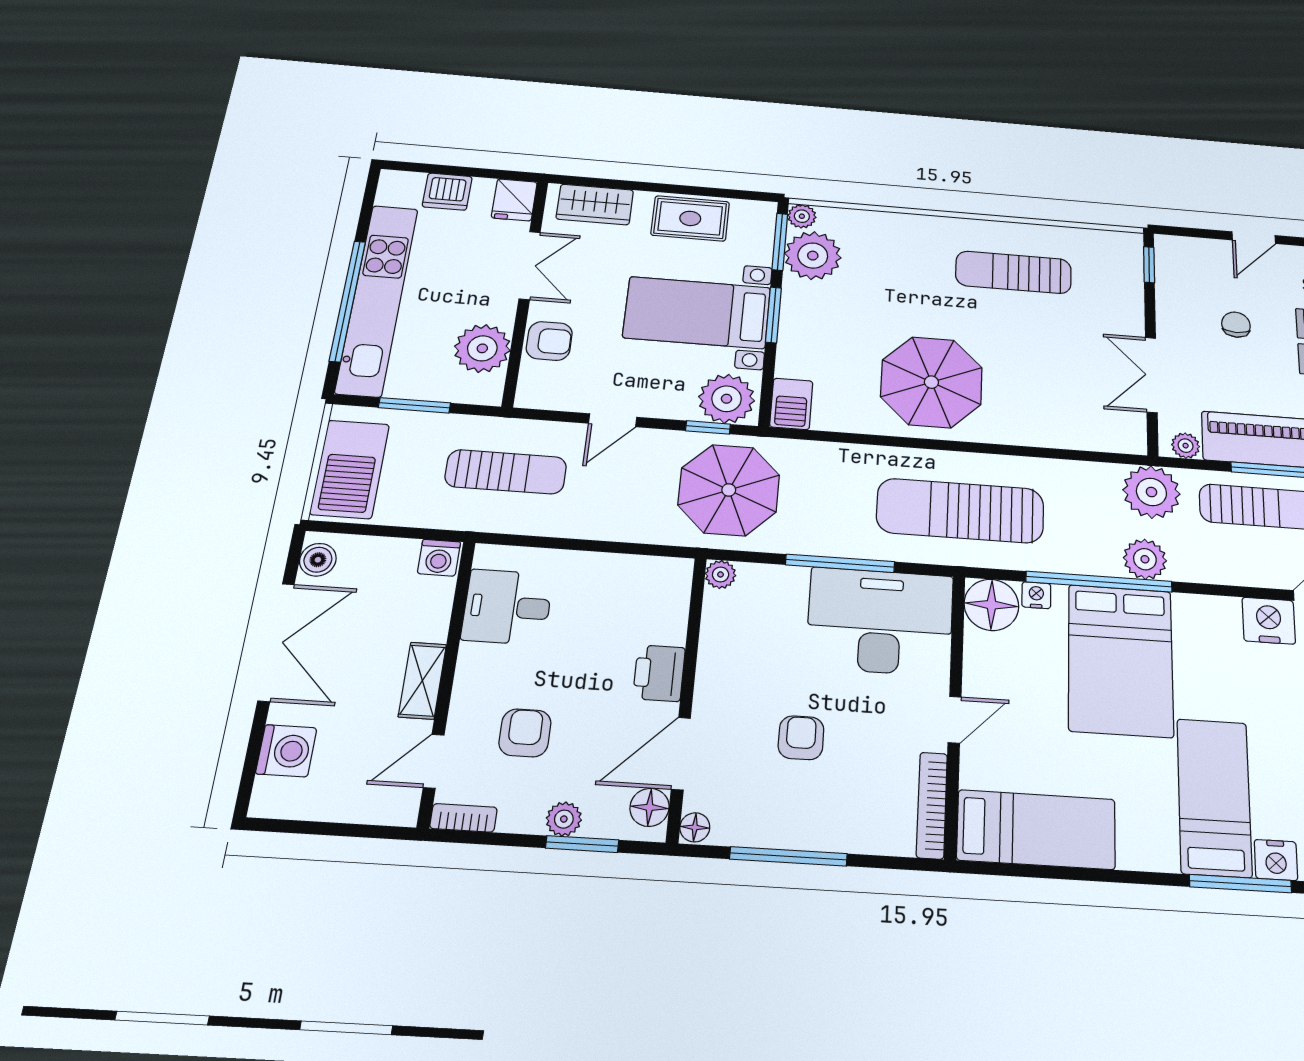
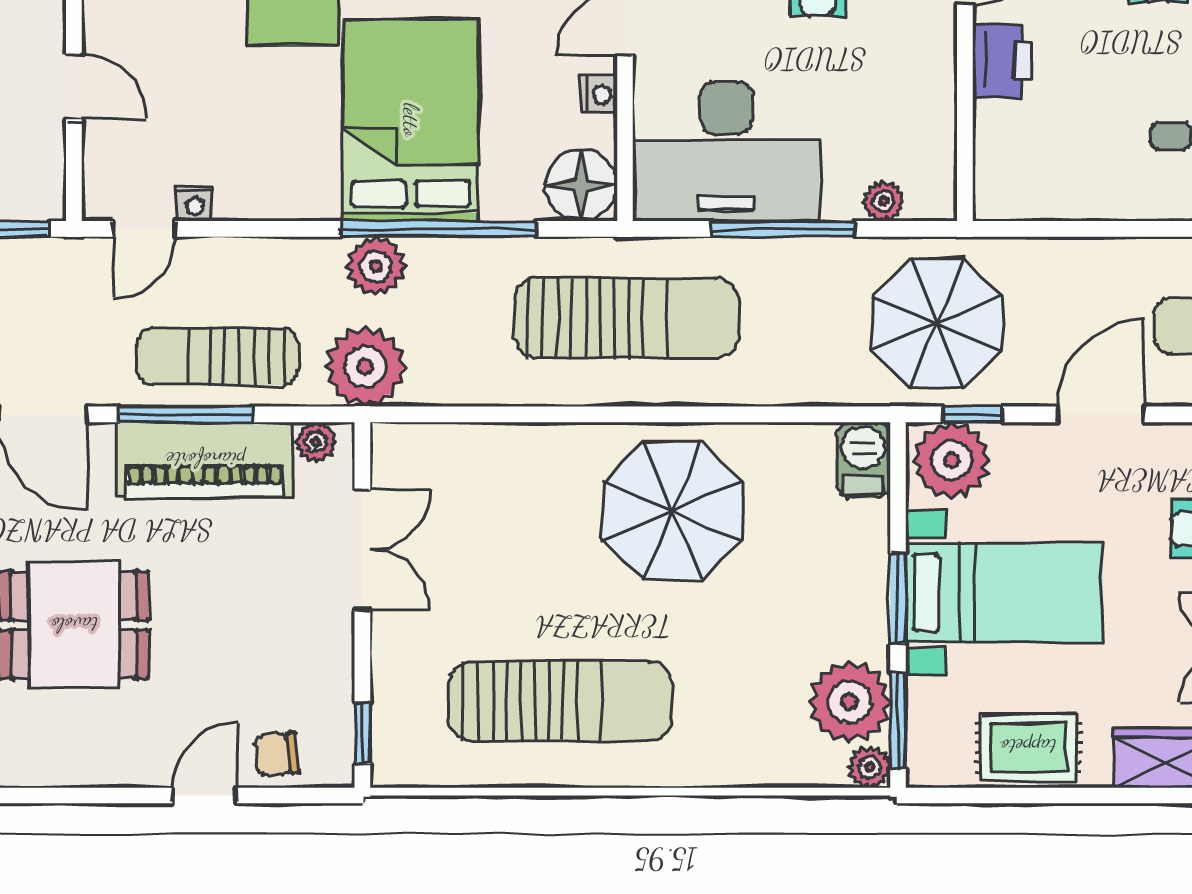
sun lounger: (1014, 272) -> (561, 701), width x1.36, depth x1.34
chair: (1236, 325) -> (277, 754), moved, turned 84
door: (613, 420) -> (1101, 414), width x1.38
plant: (721, 574) -> (884, 201), moved
nightstand: (1036, 595) -> (599, 94), moved, turned -90
nightstand: (1269, 621) -> (195, 204), width x0.53, depth x0.56

